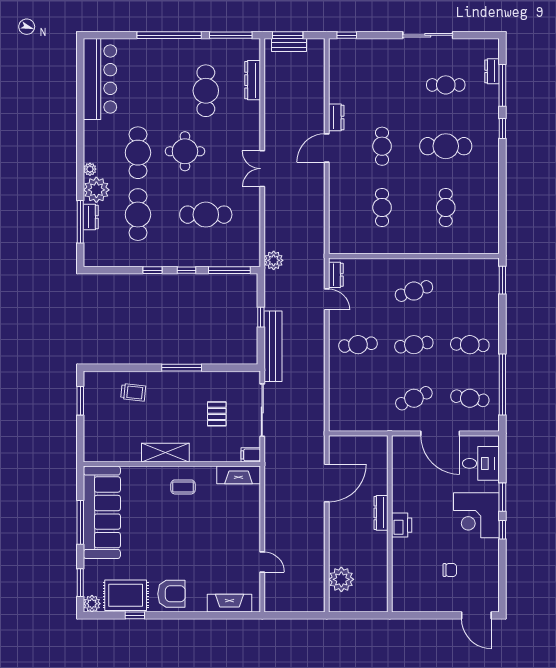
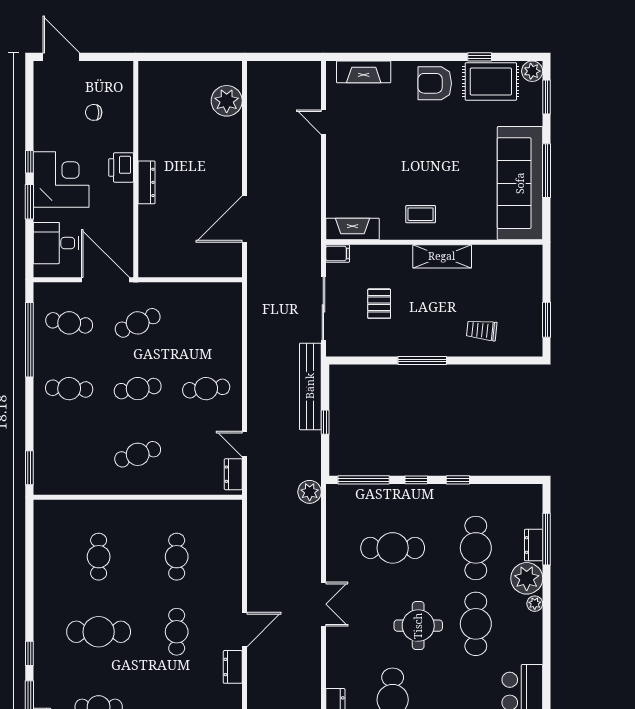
dresser: (381, 513) -> (146, 182), moved
wall: (390, 524) -> (136, 169), moved
printer: (402, 525) -> (121, 167), moved

